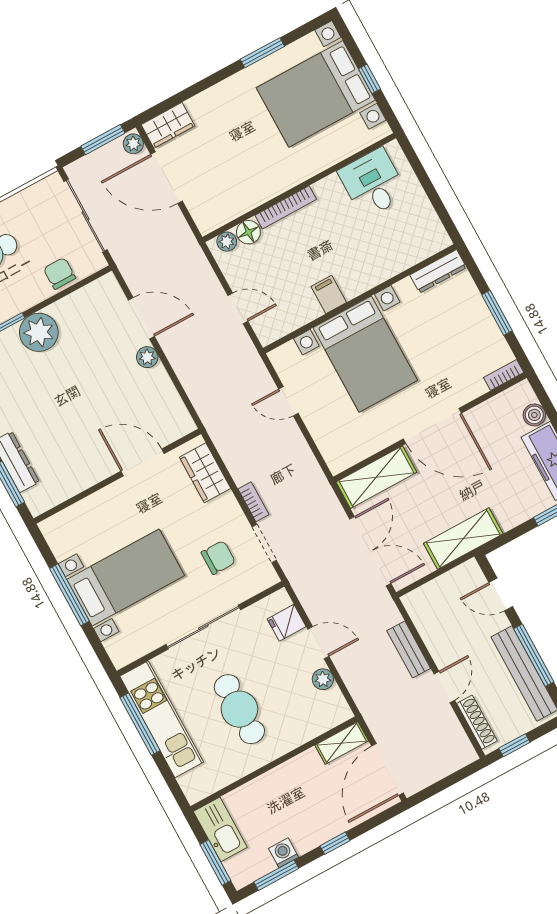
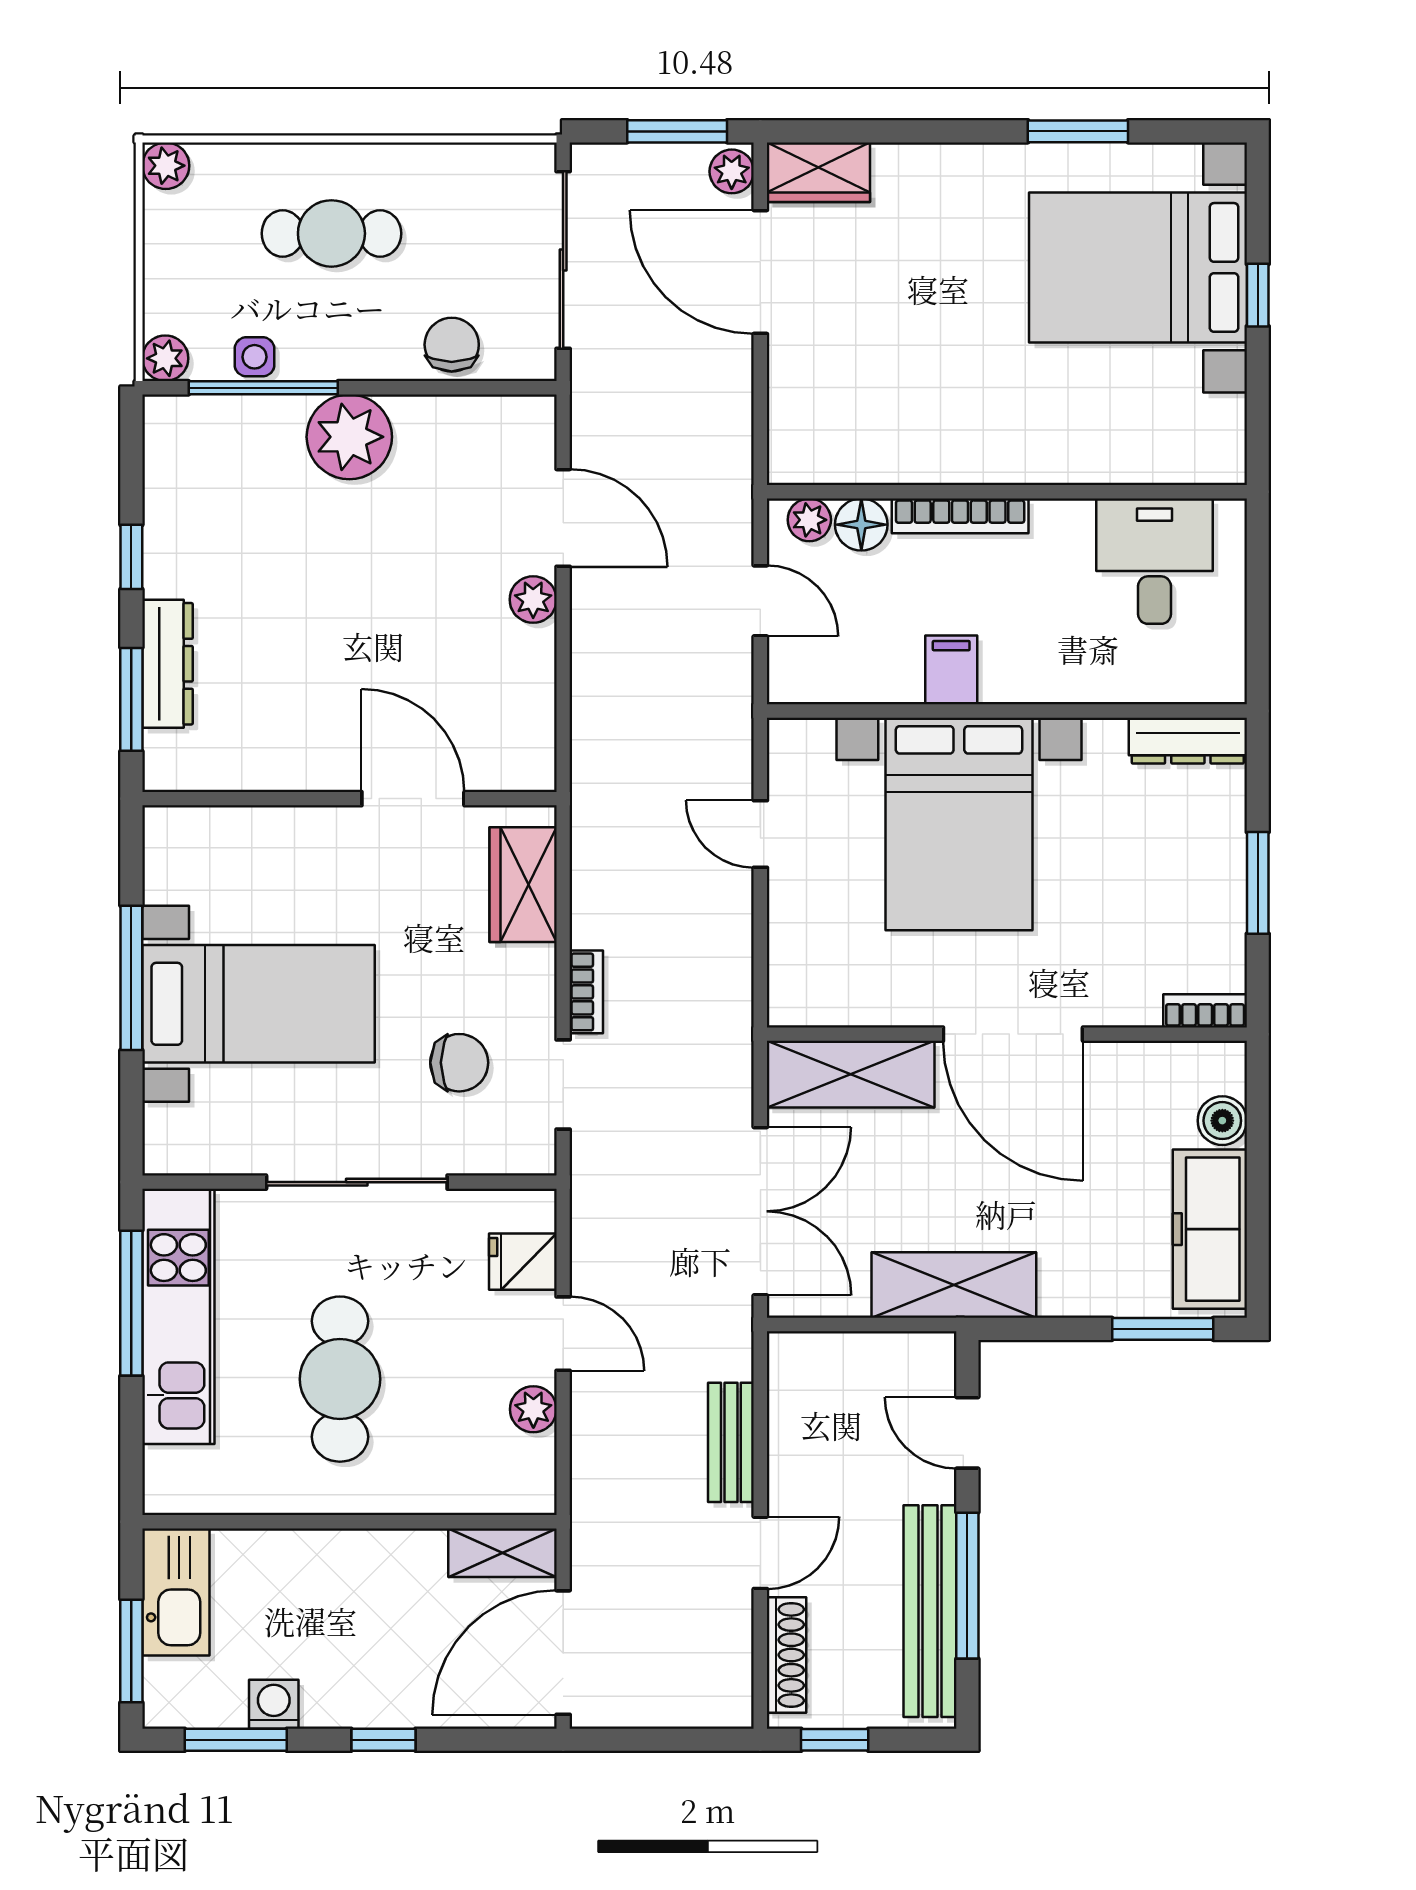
desk: (373, 183) -> (1155, 561), moved
wall: (299, 188) -> (1007, 492), moved
bookcase: (286, 207) -> (960, 516), moved
floor lamp: (248, 232) -> (861, 525), moved
plant: (227, 242) -> (809, 520), moved

